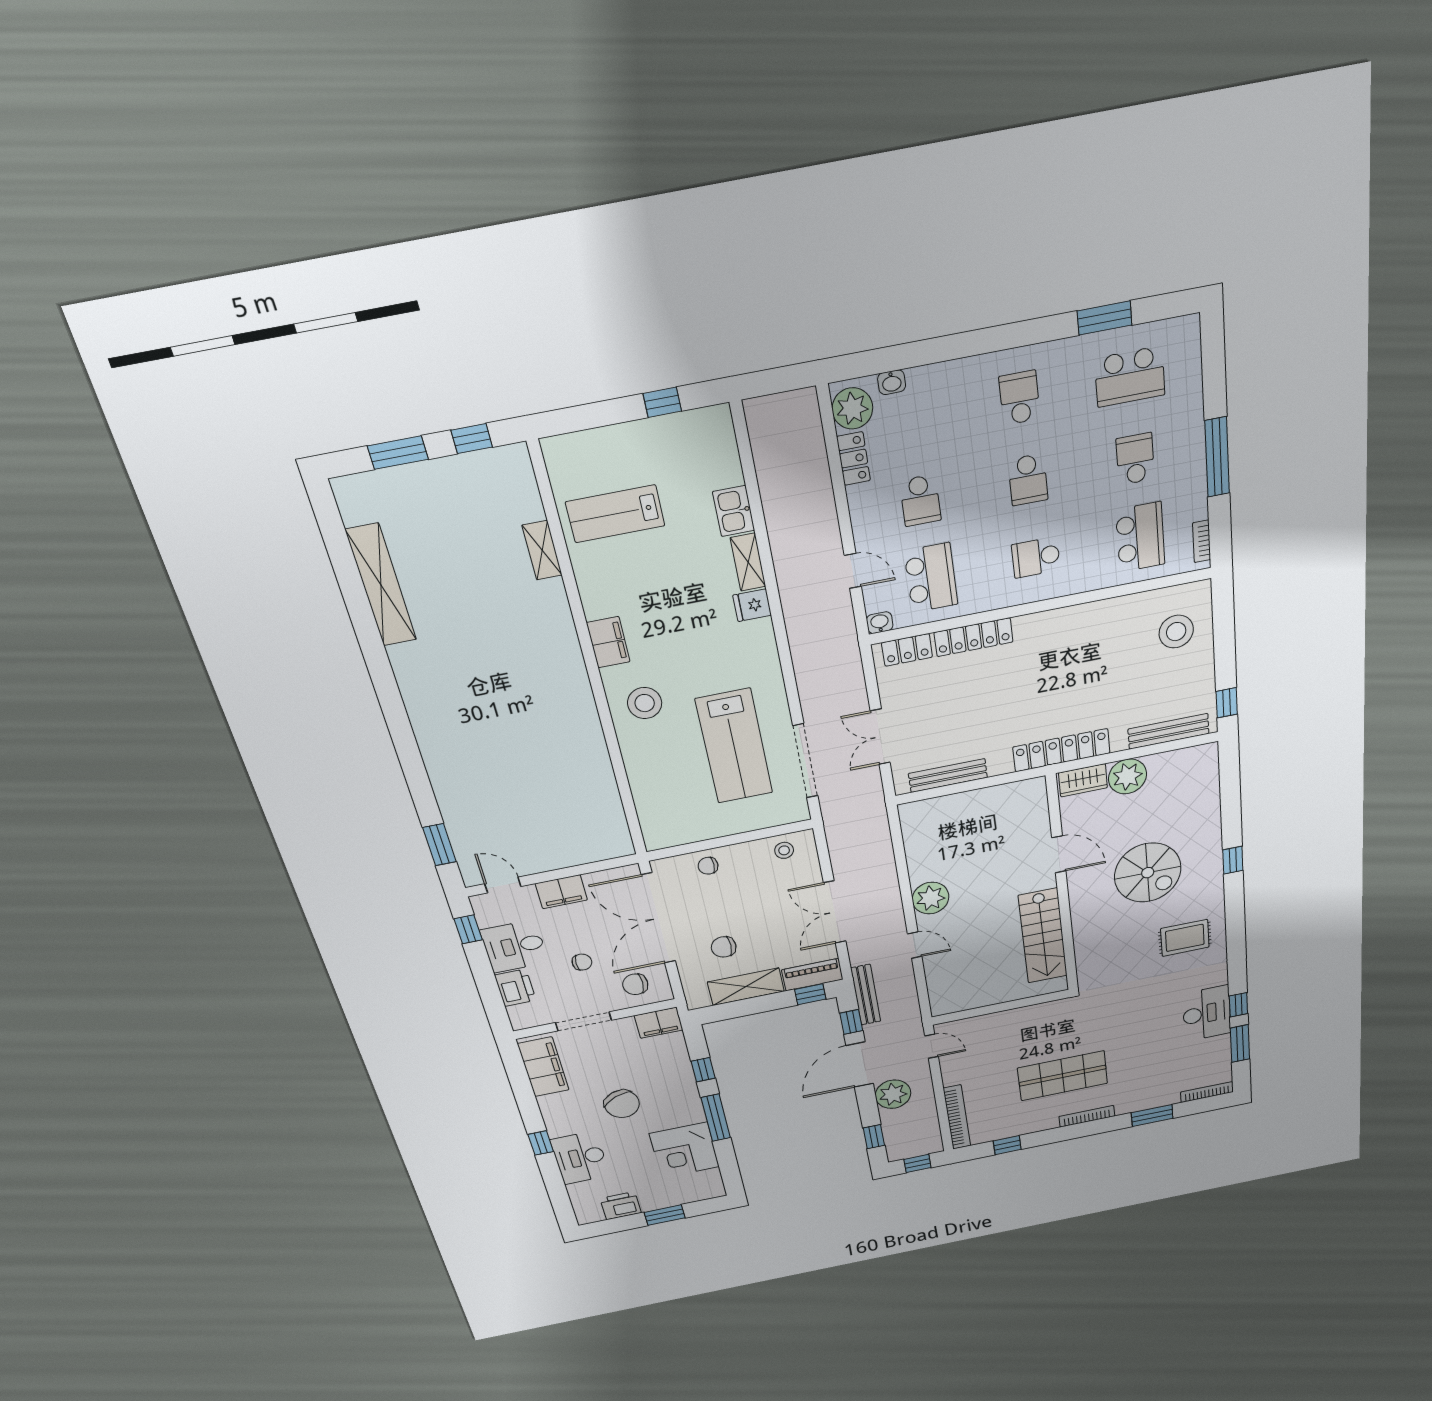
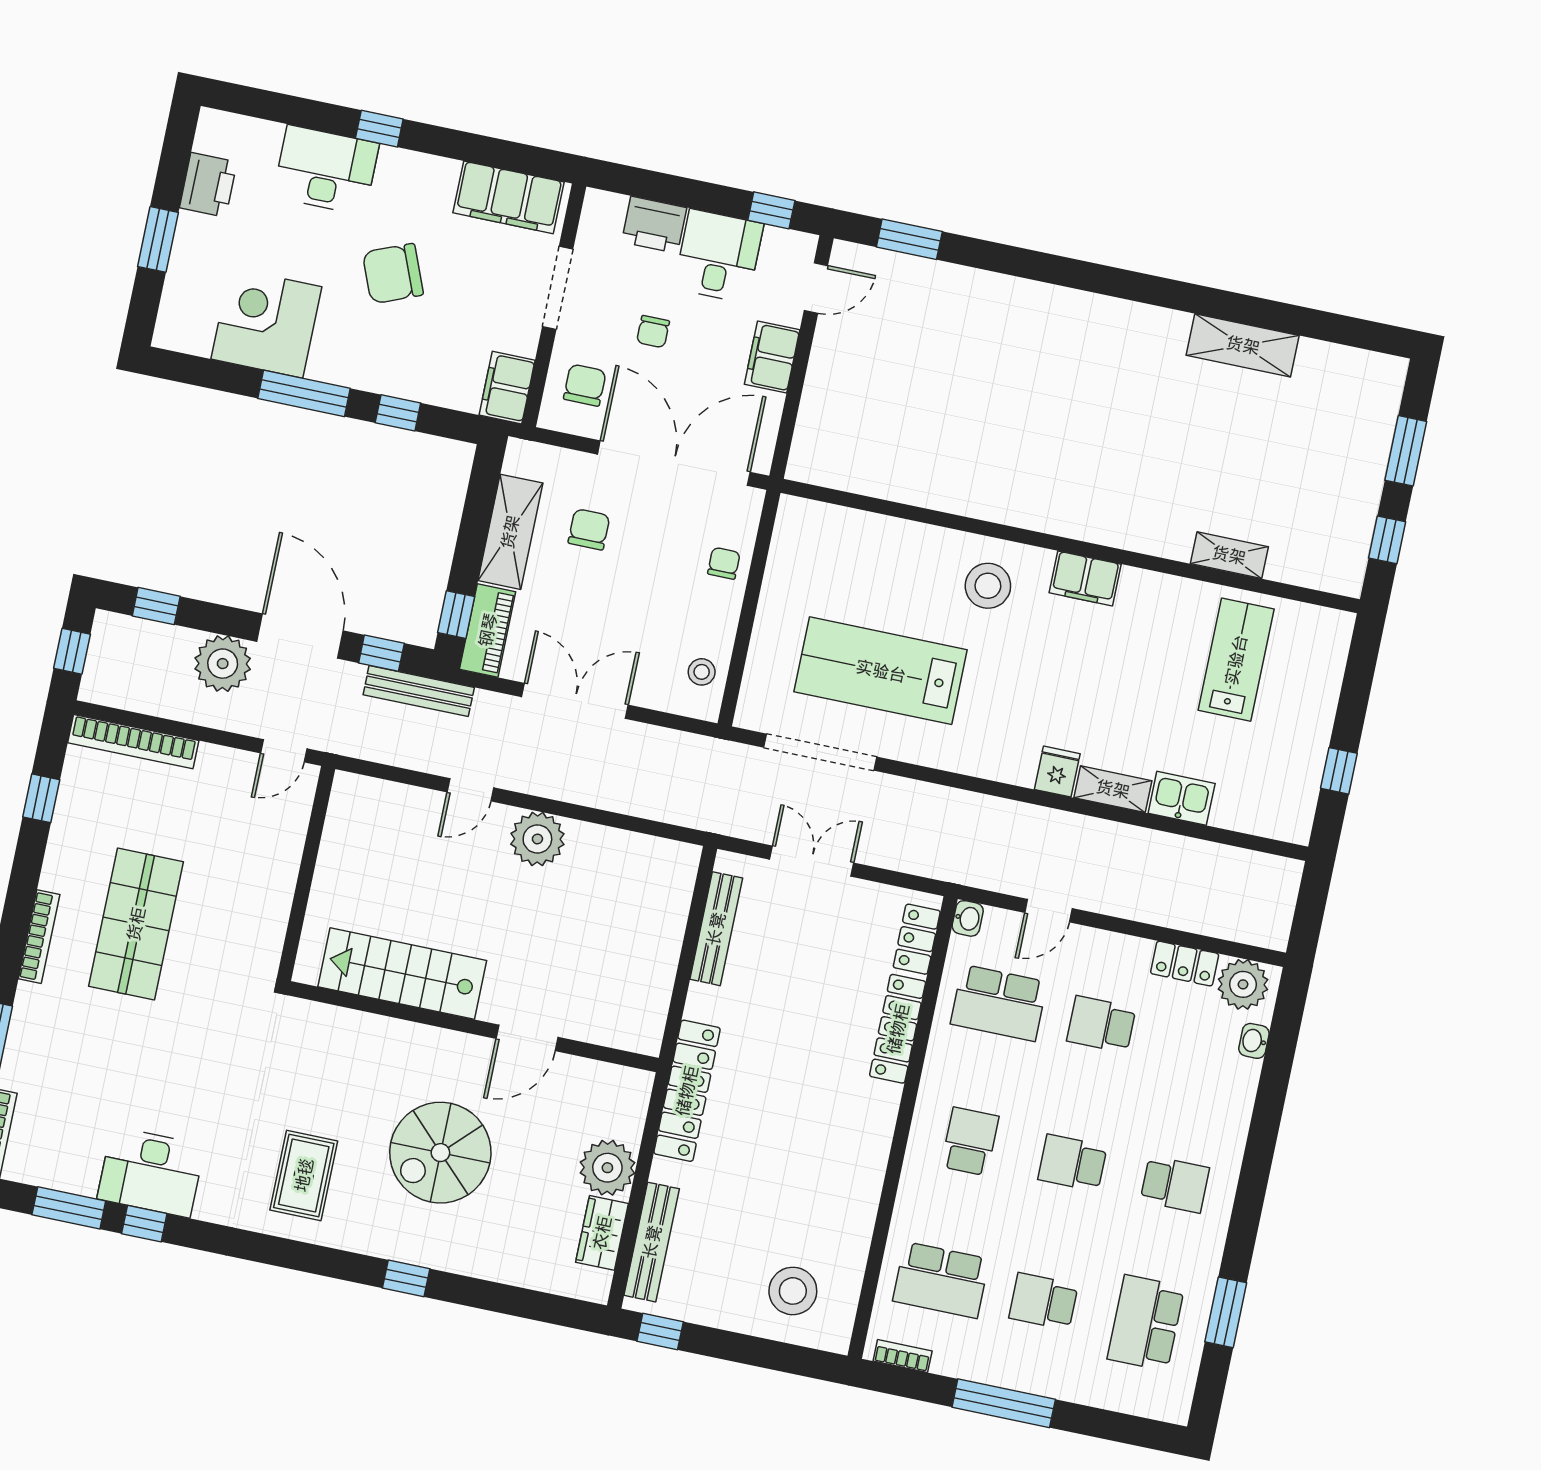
school desk: (1135, 459) -> (1043, 1301), turned 180
shelving: (381, 585) -> (1243, 345), width x0.68
wardrobe: (1083, 780) -> (602, 1233), moved

